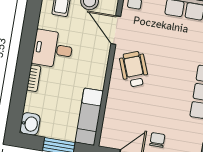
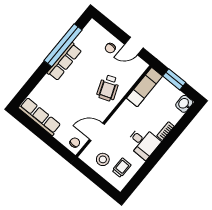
door: (116, 30) -> (97, 132), swing flipped
wheelchair: (134, 69) -> (108, 88), moved

